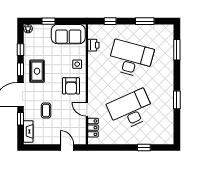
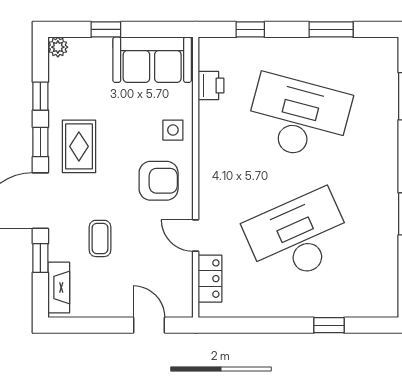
armchair: (71, 86) -> (159, 181), turned -90

